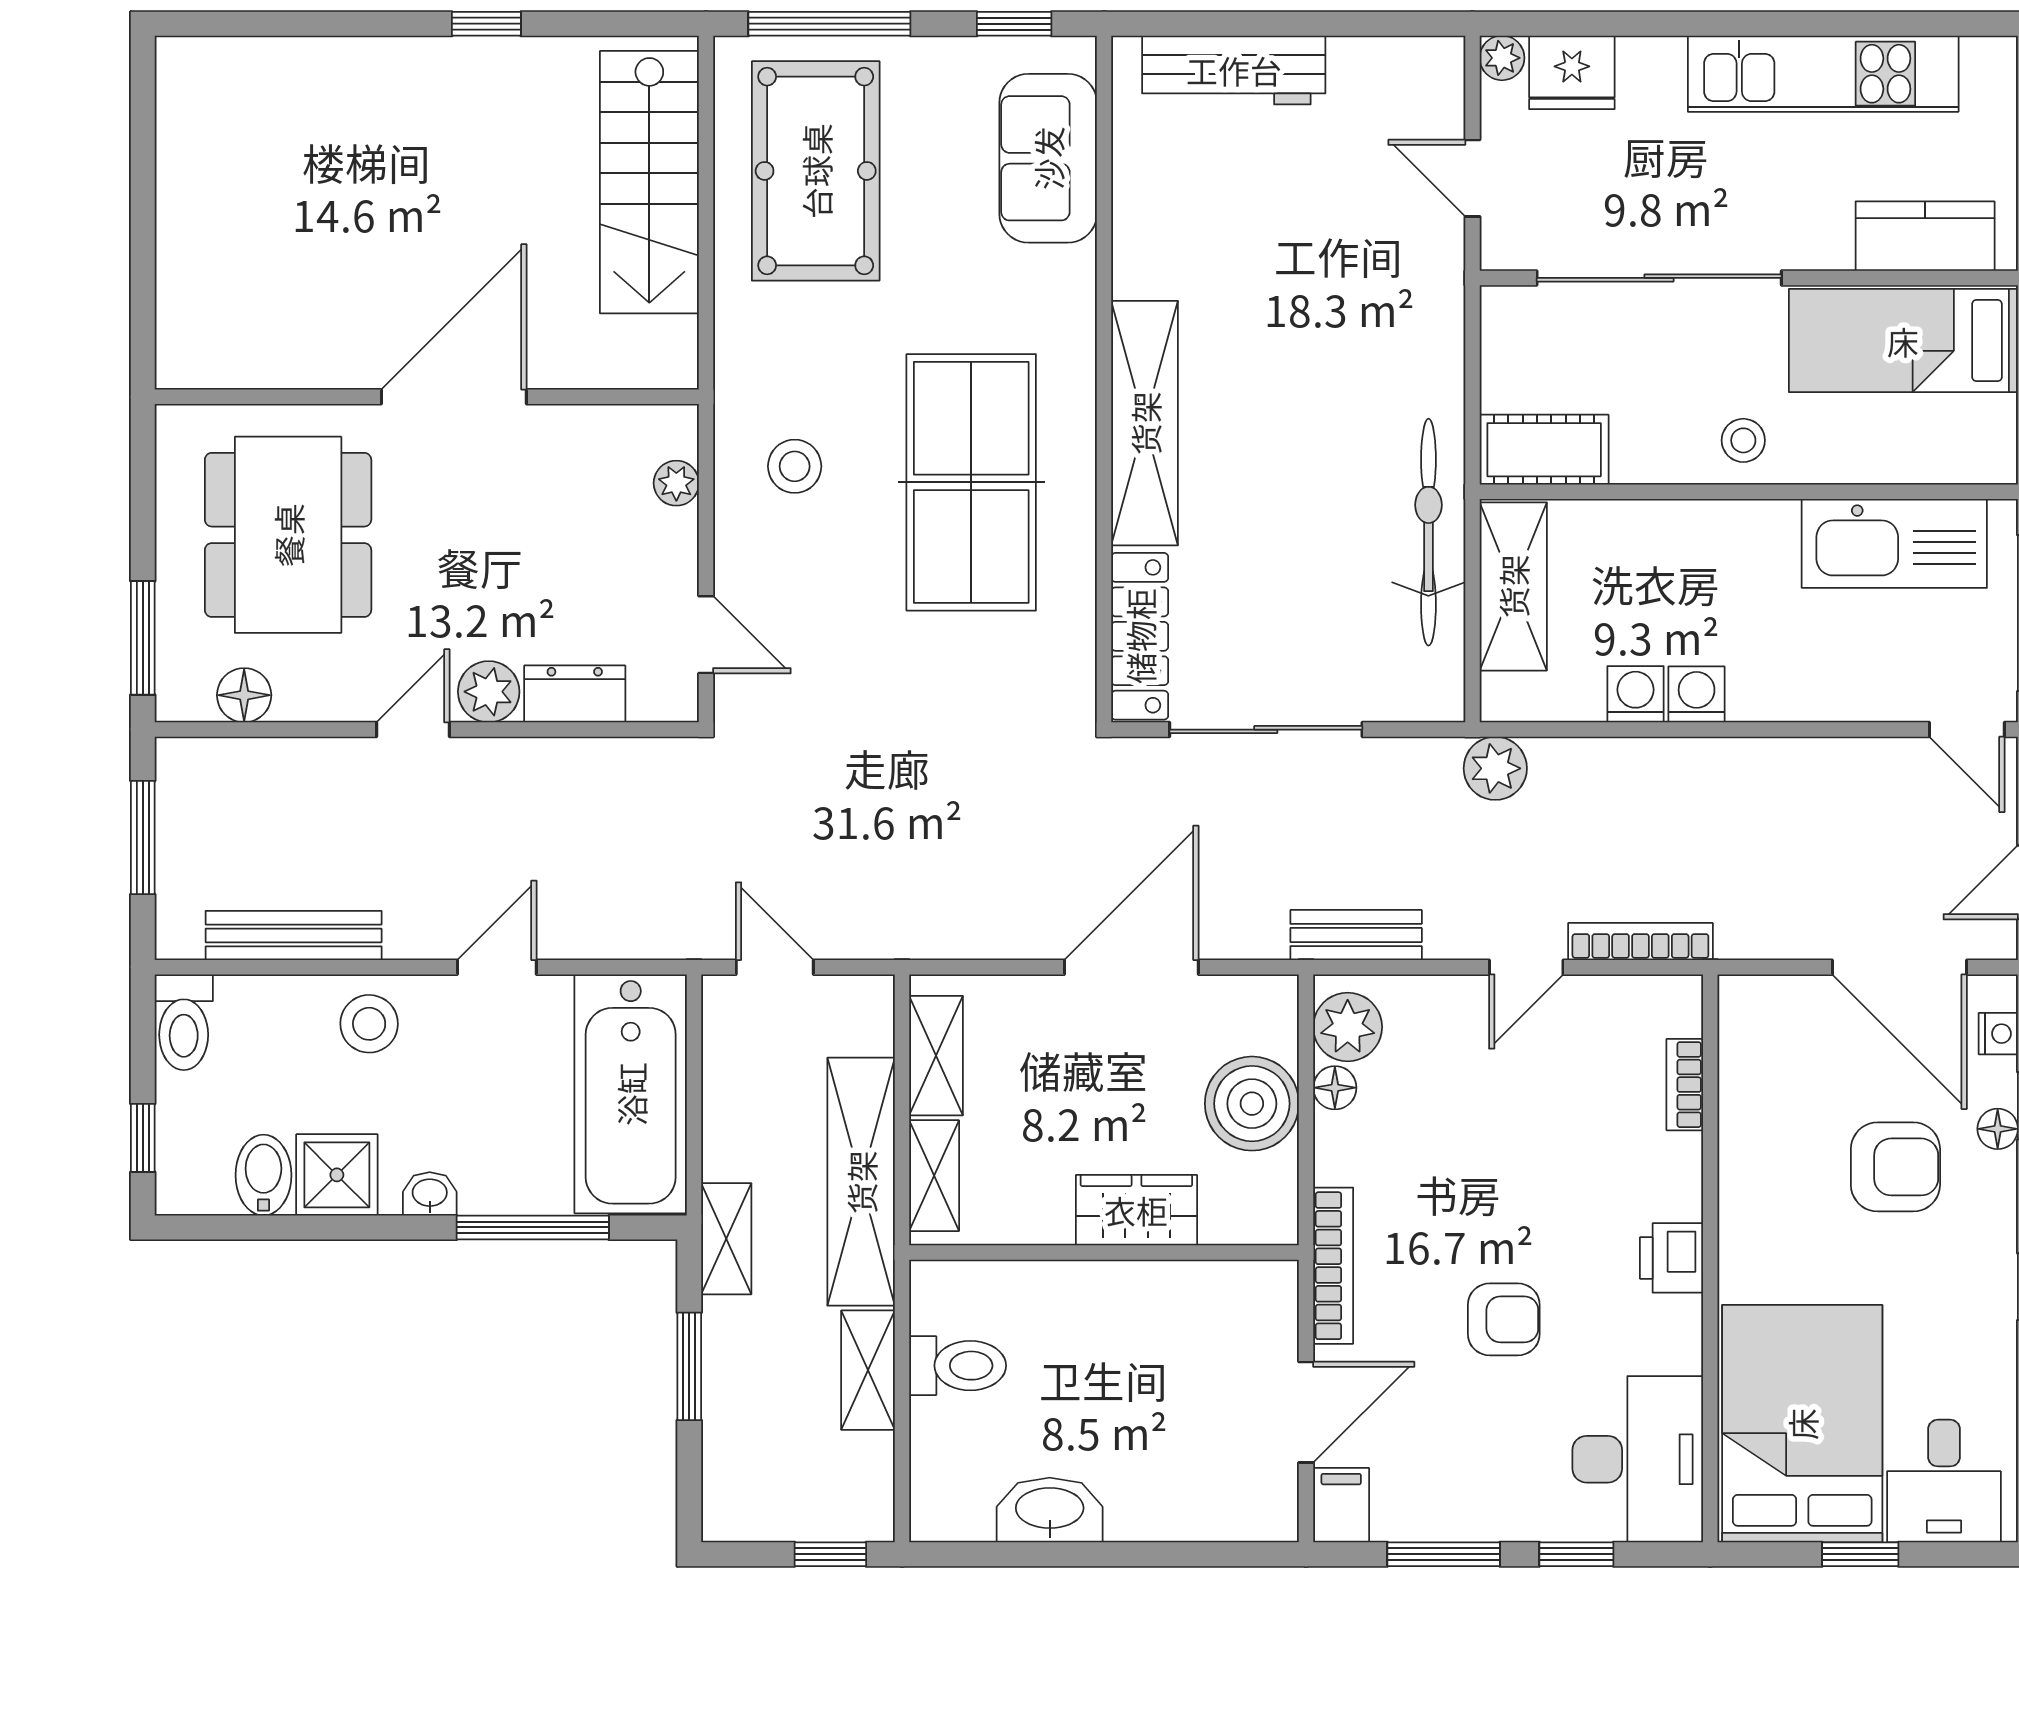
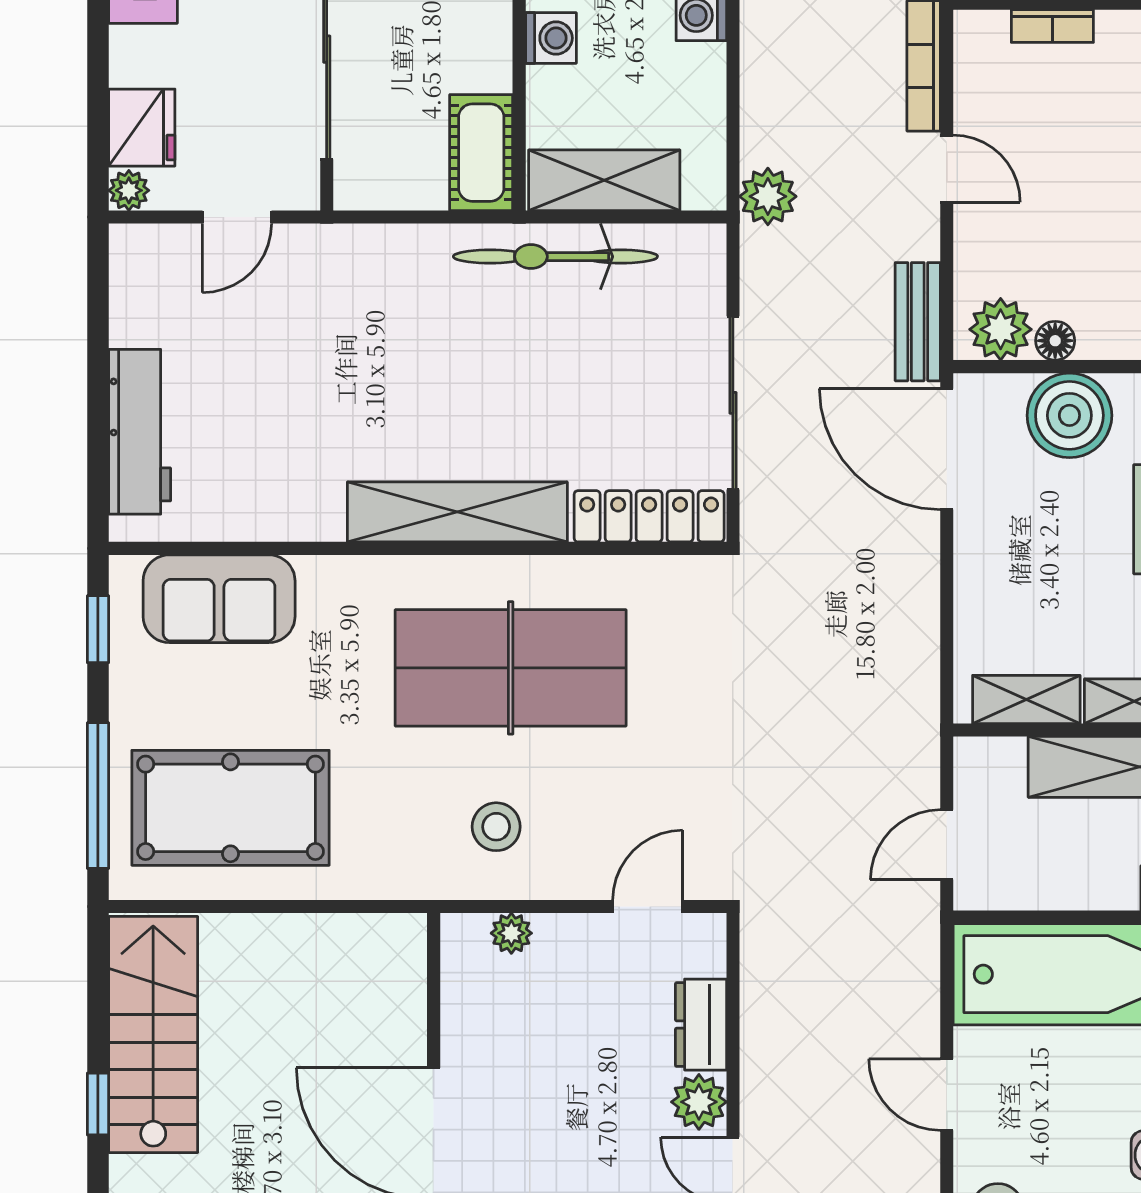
stairs: (649, 182) -> (153, 1034), moved, turned -90
washing machine: (1636, 694) -> (551, 38), moved, turned 180
door: (1131, 967) -> (947, 449), moved

